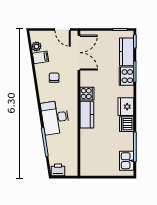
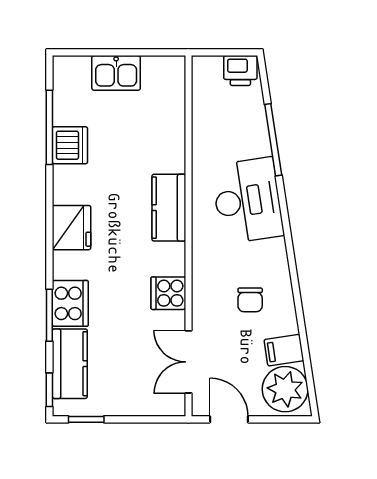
plant: (36, 47) -> (285, 389), width x1.88, depth x1.88
double door: (79, 53) -> (188, 362), width x0.73
cooker: (87, 94) -> (168, 293), moved
dishwasher: (127, 124) -> (70, 145), moved
kitchen sink: (127, 161) -> (116, 73), moved, turned 90

